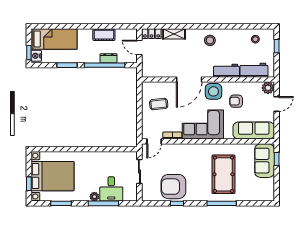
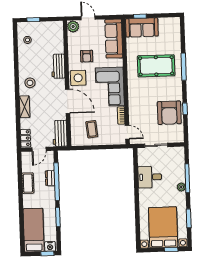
shelving: (174, 34) -> (25, 107), moved
workbench: (254, 70) -> (60, 133), moved
desk: (111, 189) -> (150, 177), moved, turned 180

